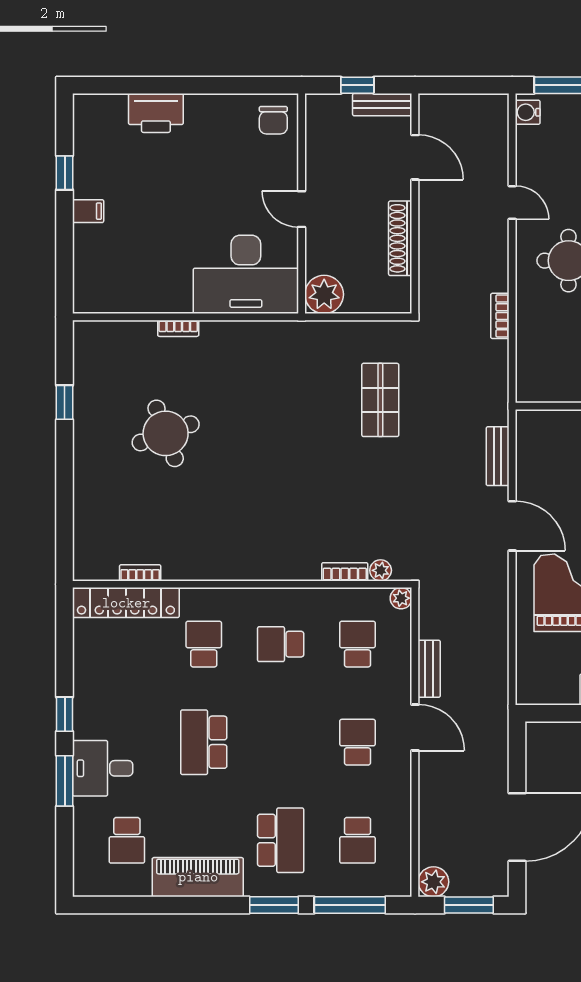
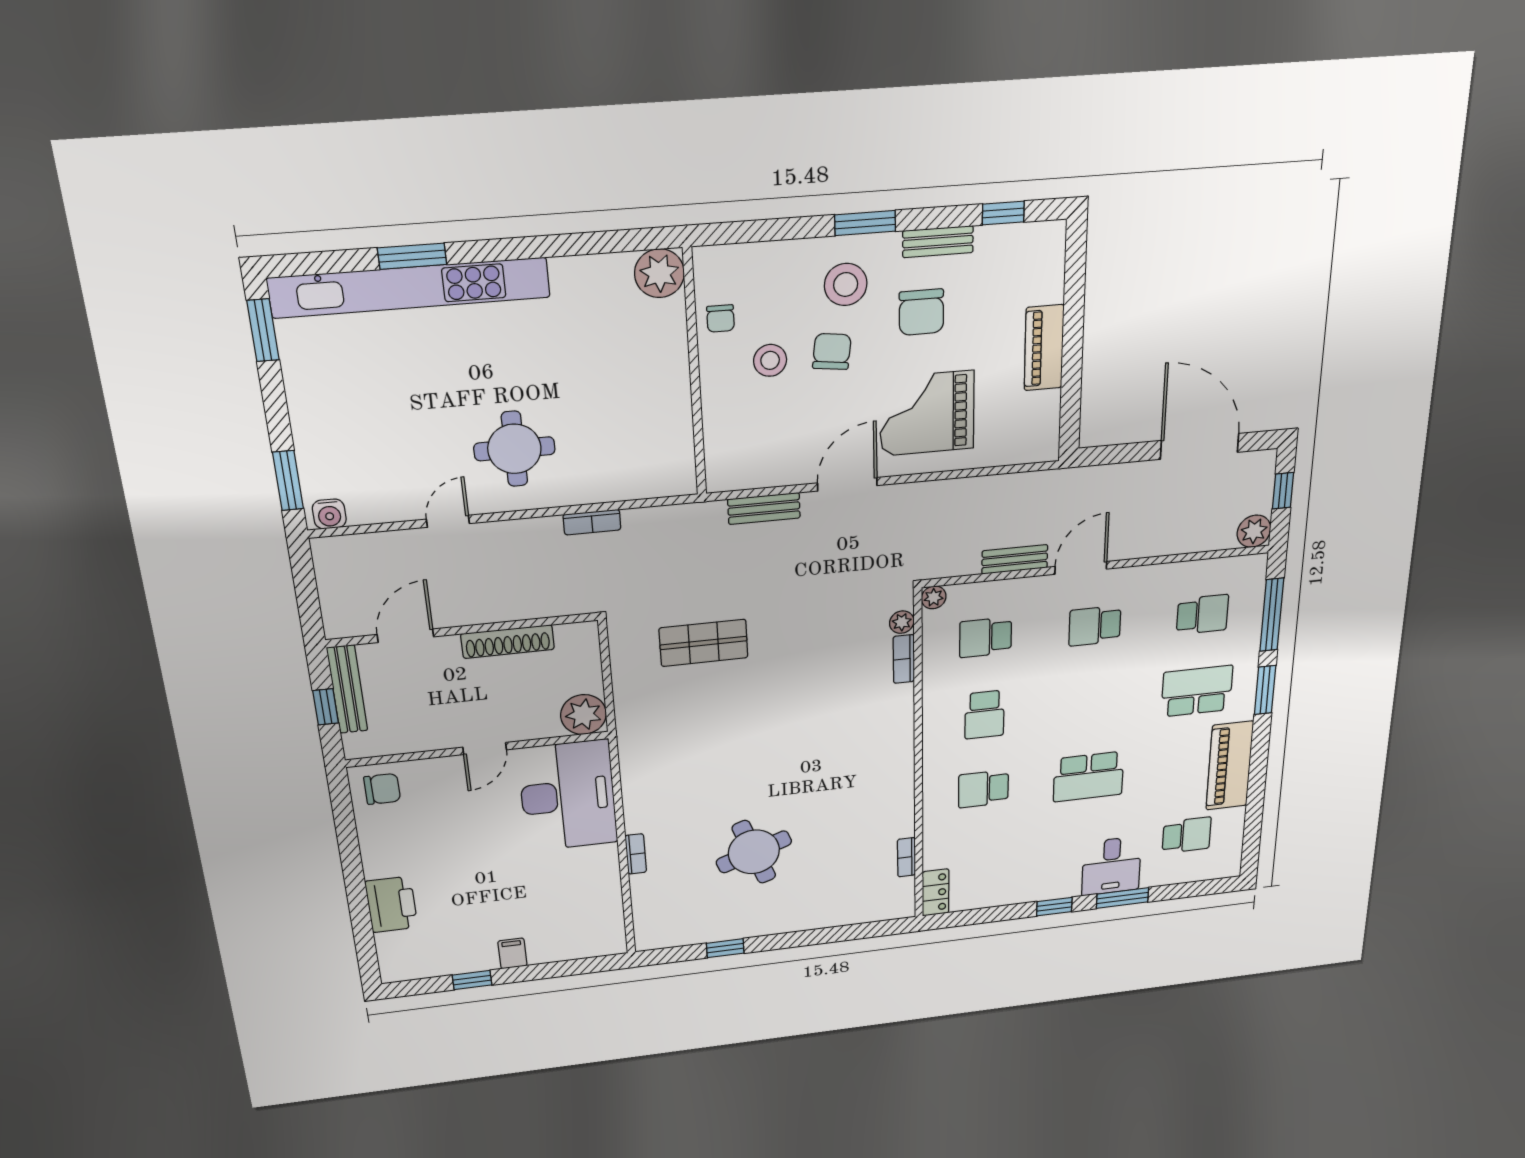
bench: (382, 105) -> (347, 689), width x1.36
locker: (126, 603) -> (936, 892), width x0.46, depth x0.83
window: (469, 905) -> (1283, 491), width x0.67

